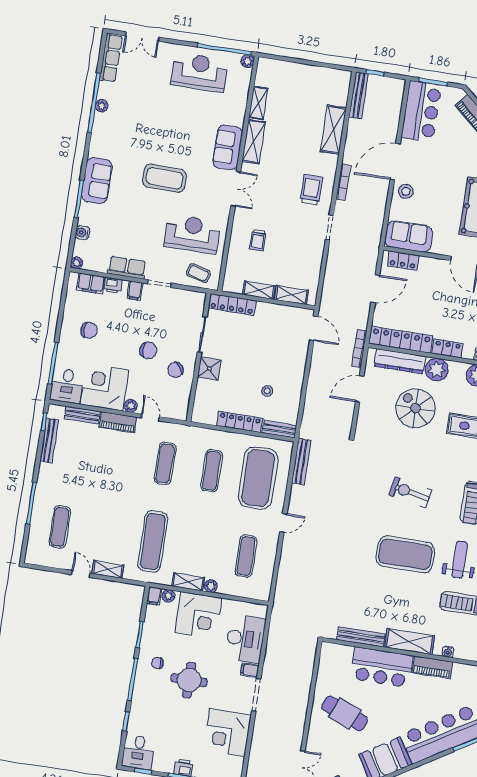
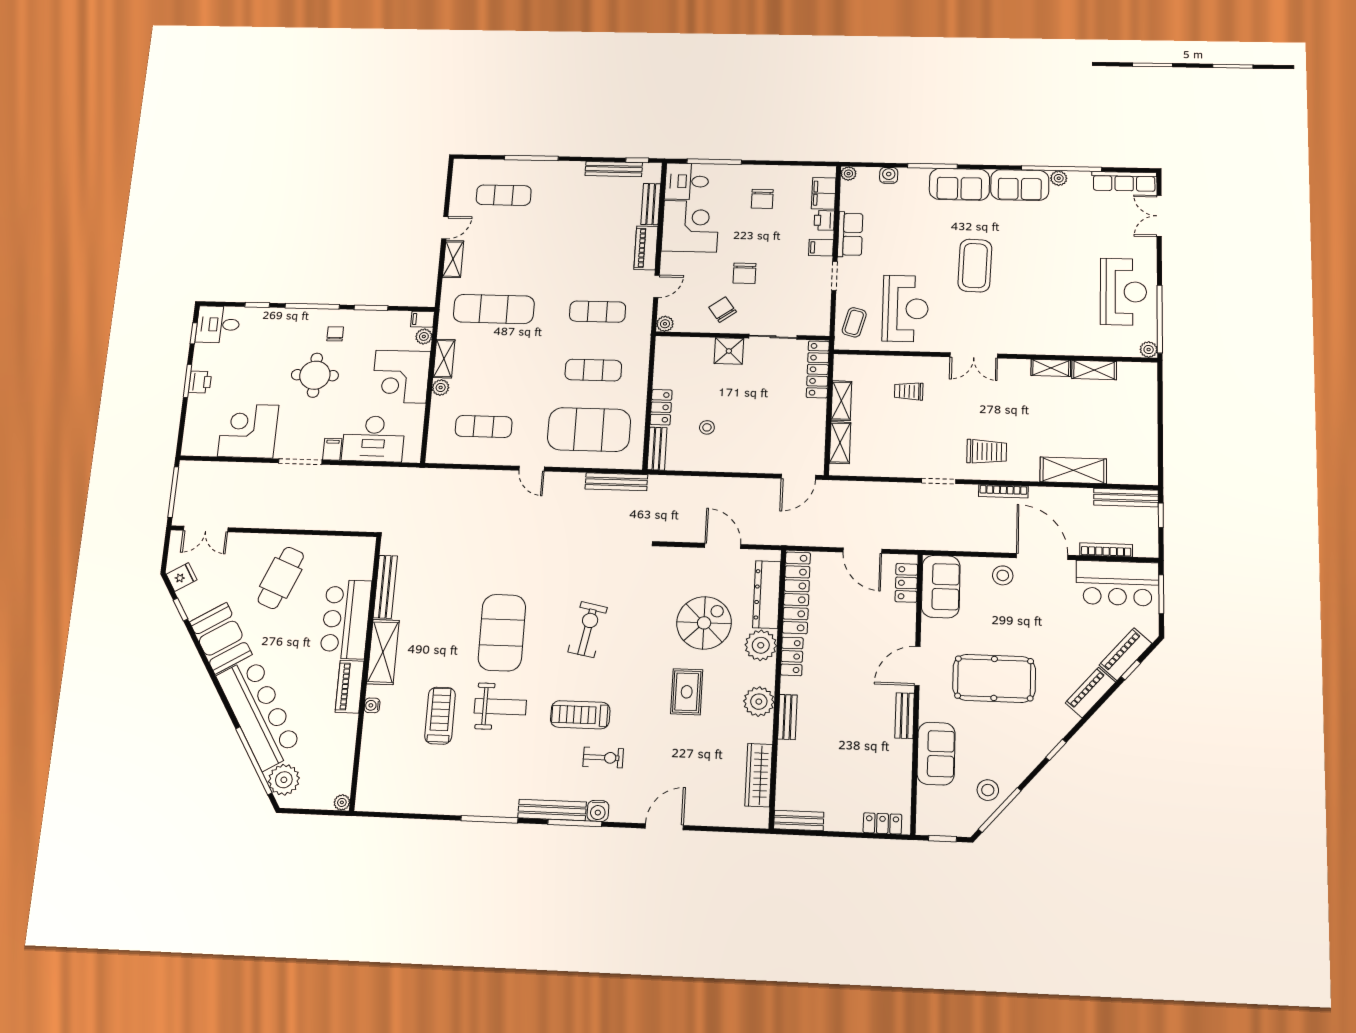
shelving: (254, 142) -> (1051, 368), width x0.67, depth x0.75
sofa: (228, 147) -> (1020, 185), moved, turned 180
bookcase: (359, 348) -> (1106, 550), moved
plant: (131, 406) -> (665, 324), moved
locker: (240, 422) -> (661, 407), width x0.66

